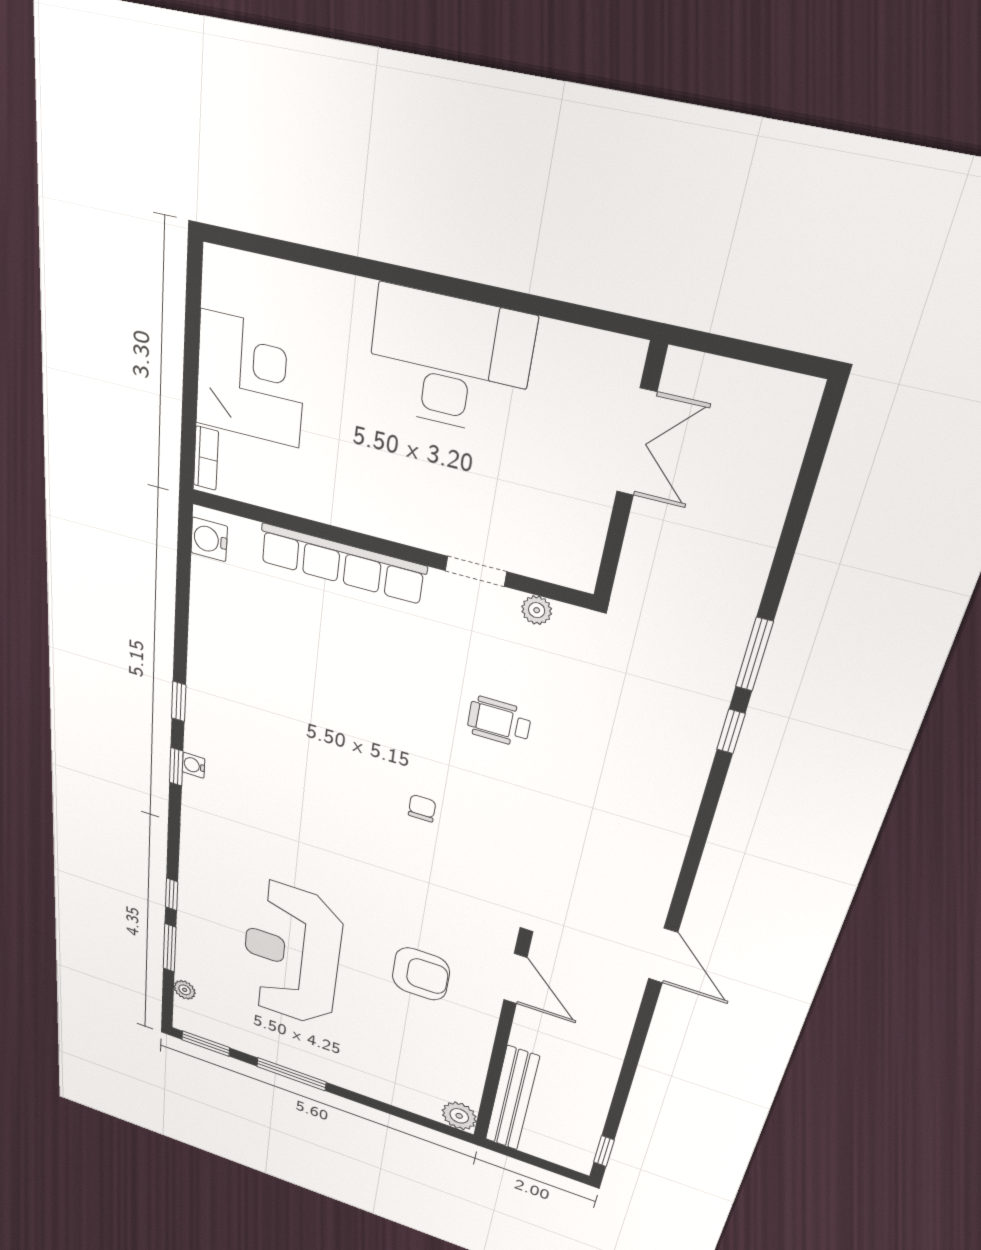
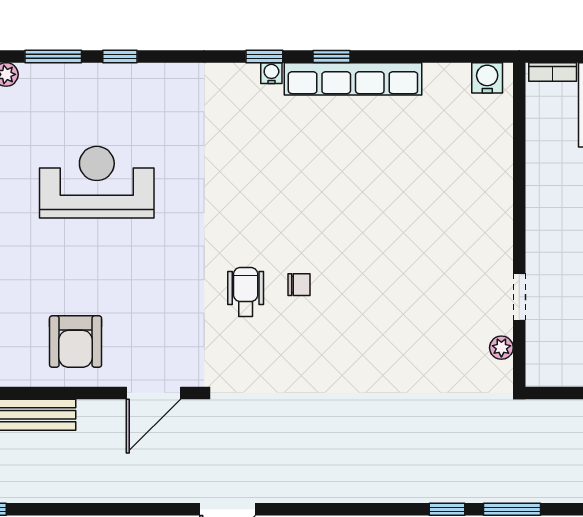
row of seats: (342, 564) -> (353, 79), moved, turned -90
wheelchair: (499, 722) -> (246, 292), moved
reception desk: (291, 954) -> (97, 182), width x0.74, depth x0.77
armchair: (421, 974) -> (76, 342), moved

